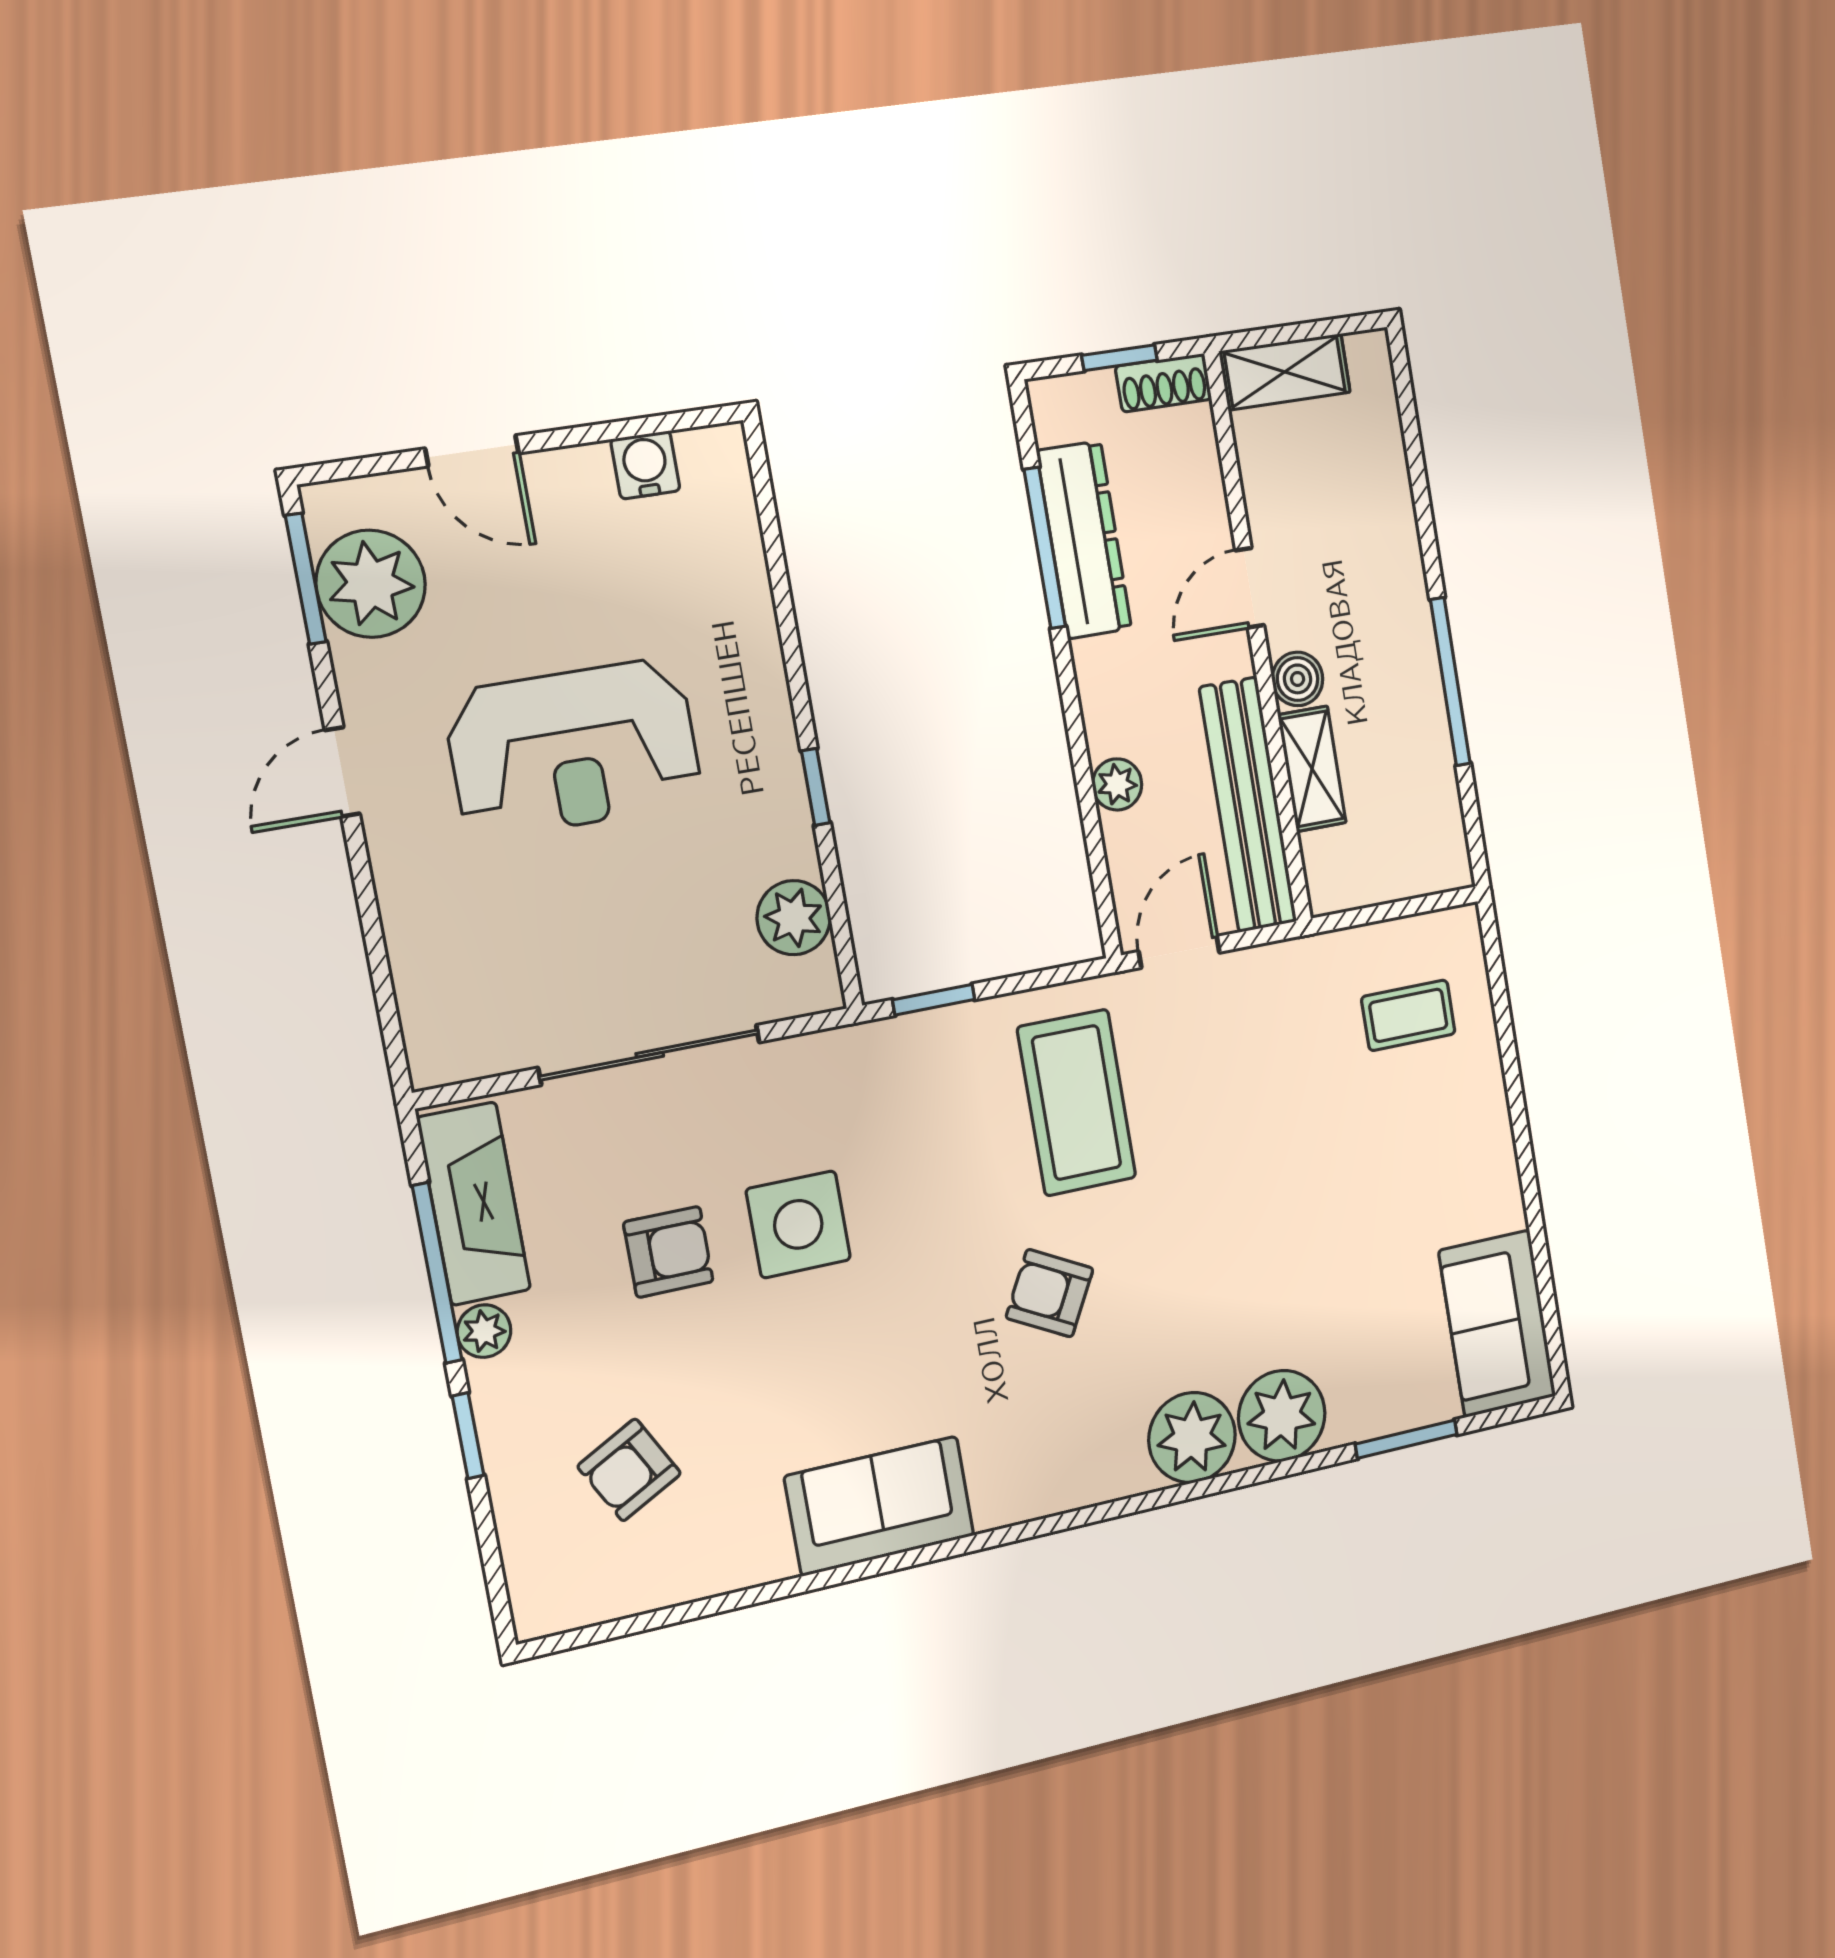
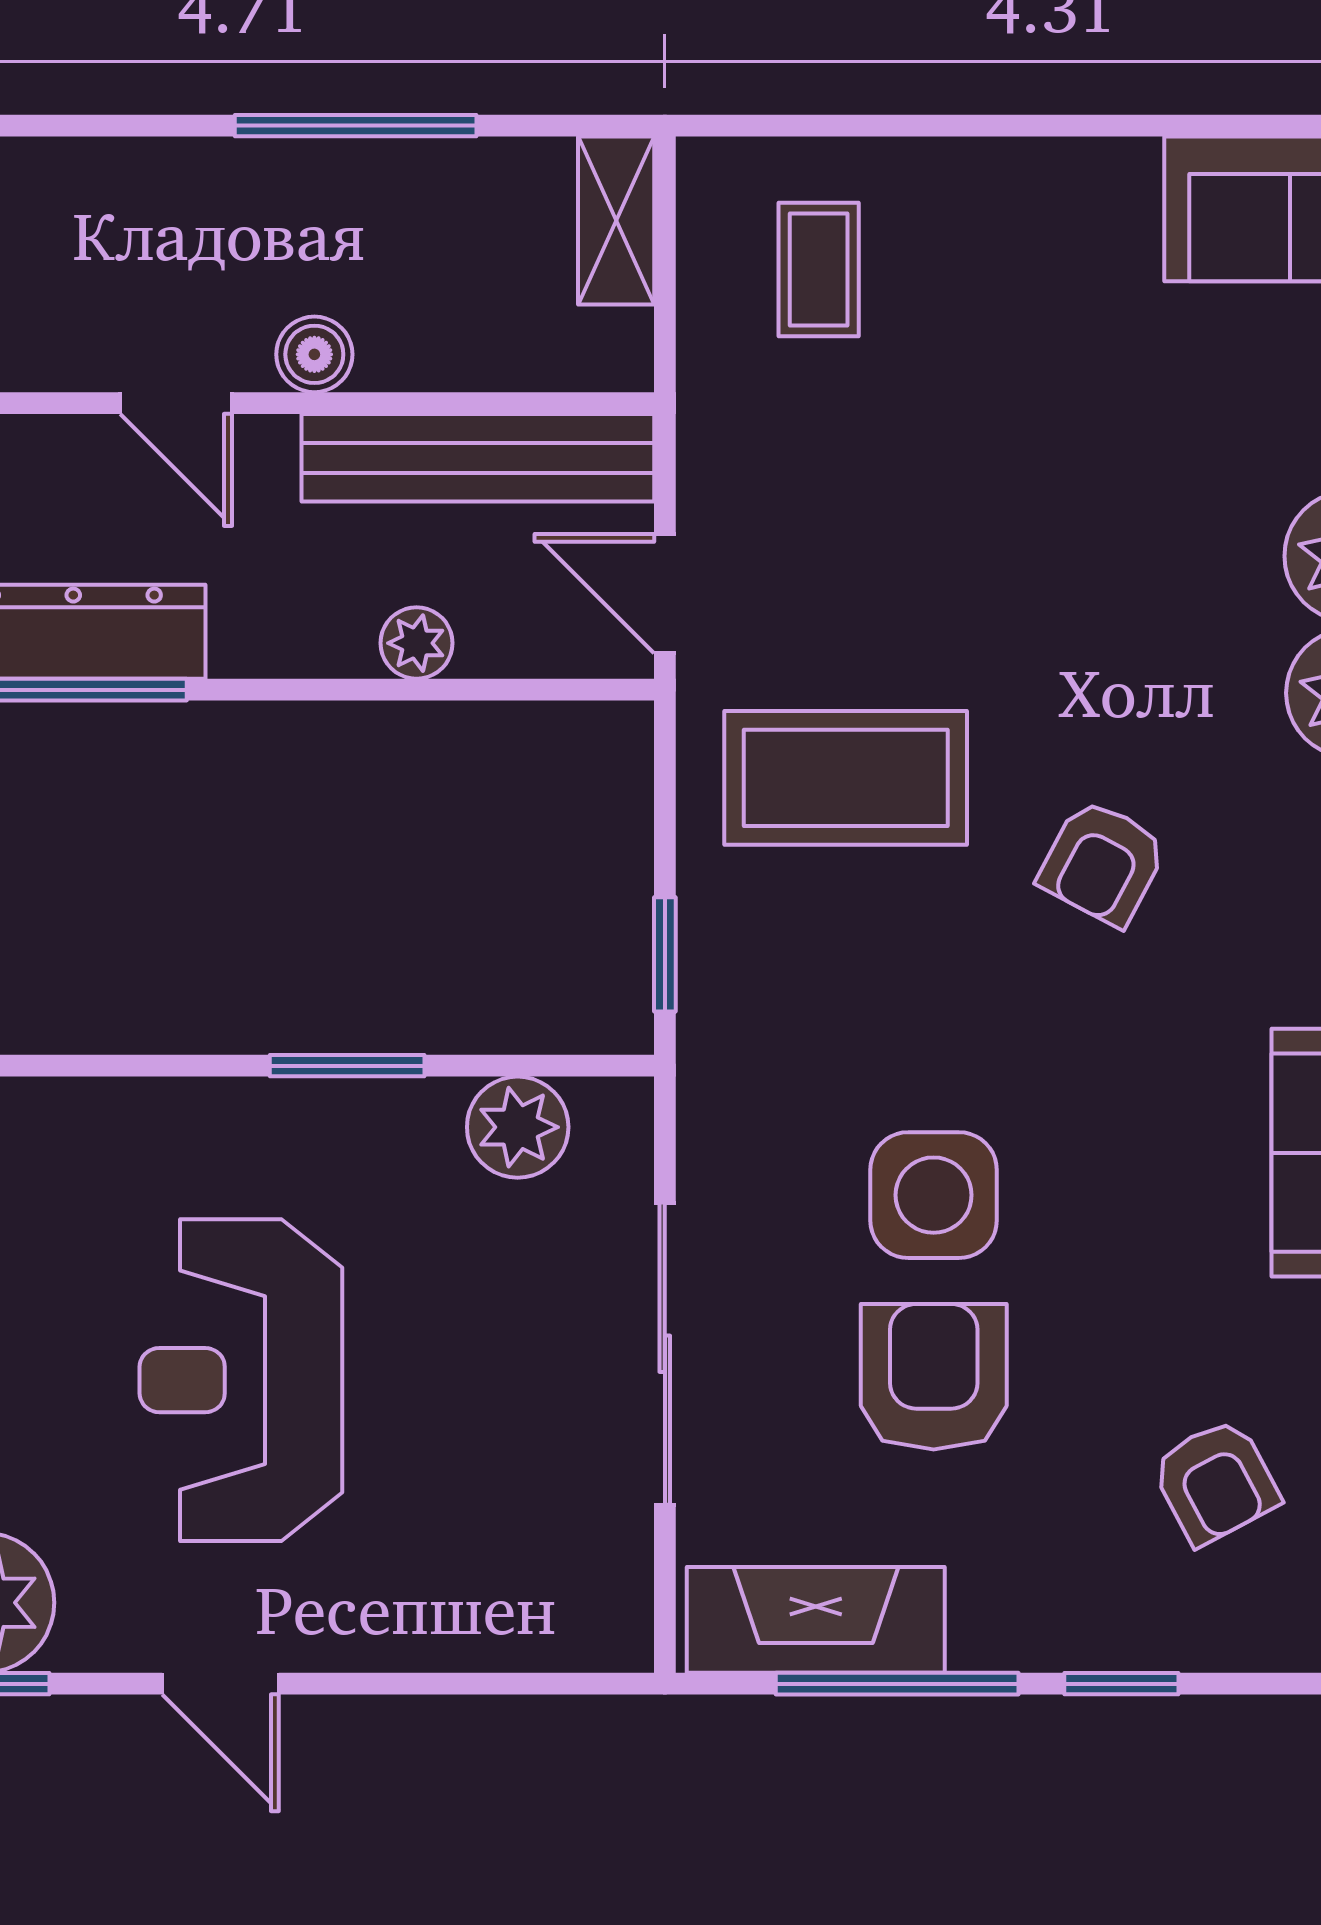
reception desk: (574, 749) -> (241, 1380), turned 180
shelving: (1312, 769) -> (616, 221), moved, turned 90
window: (816, 787) -> (347, 1066), width x1.50
armchair: (668, 1252) -> (934, 1377), width x1.38, depth x1.38
plant: (484, 1331) -> (987, 1638), removed

